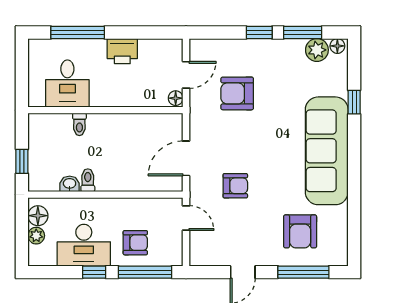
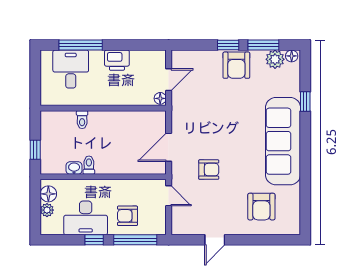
desk: (67, 83) -> (71, 69), moved, turned 180
armchair: (237, 93) -> (236, 65), moved, turned -90
armchair: (135, 243) -> (127, 216), turned 180
window: (303, 272) -> (264, 240), removed

